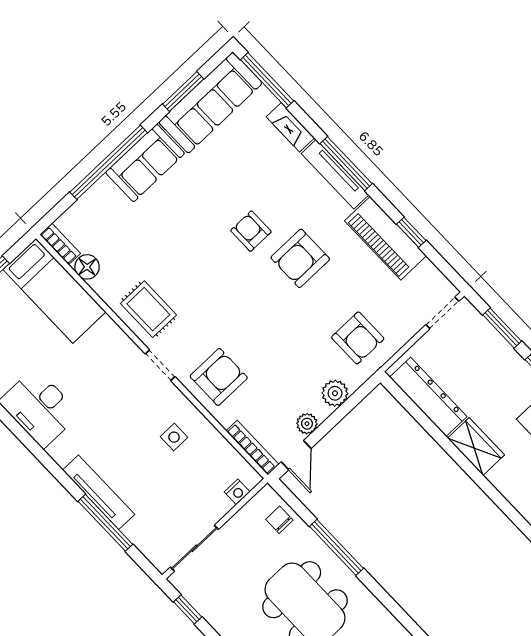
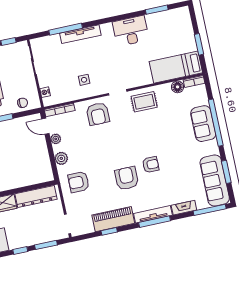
sofa: (145, 163) -> (203, 124), moved

